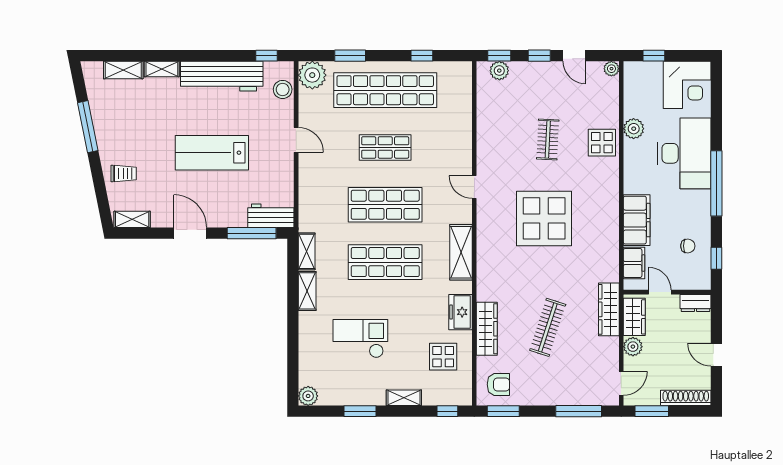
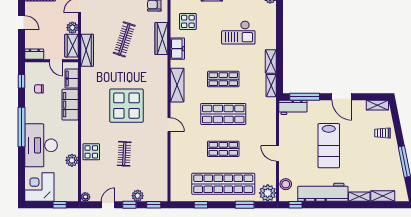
door: (574, 56) -> (108, 205), hinge flipped
plant: (499, 71) -> (138, 196), moved
lab bench: (212, 153) -> (329, 146), turned 90
shop shelf: (385, 262) -> (223, 79), width x0.70, depth x0.74

